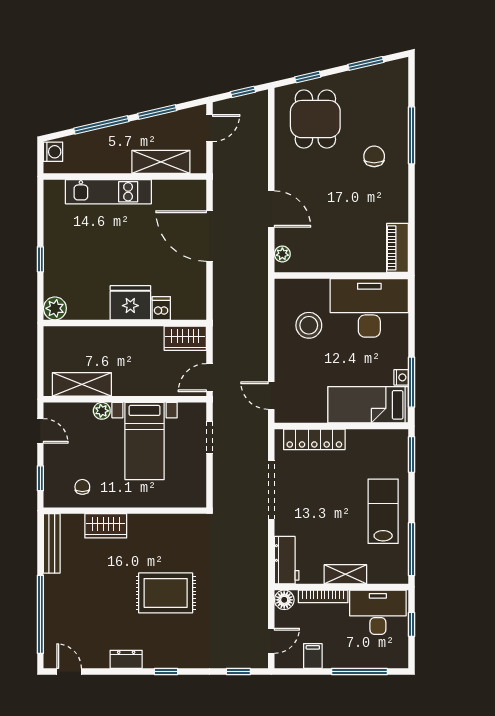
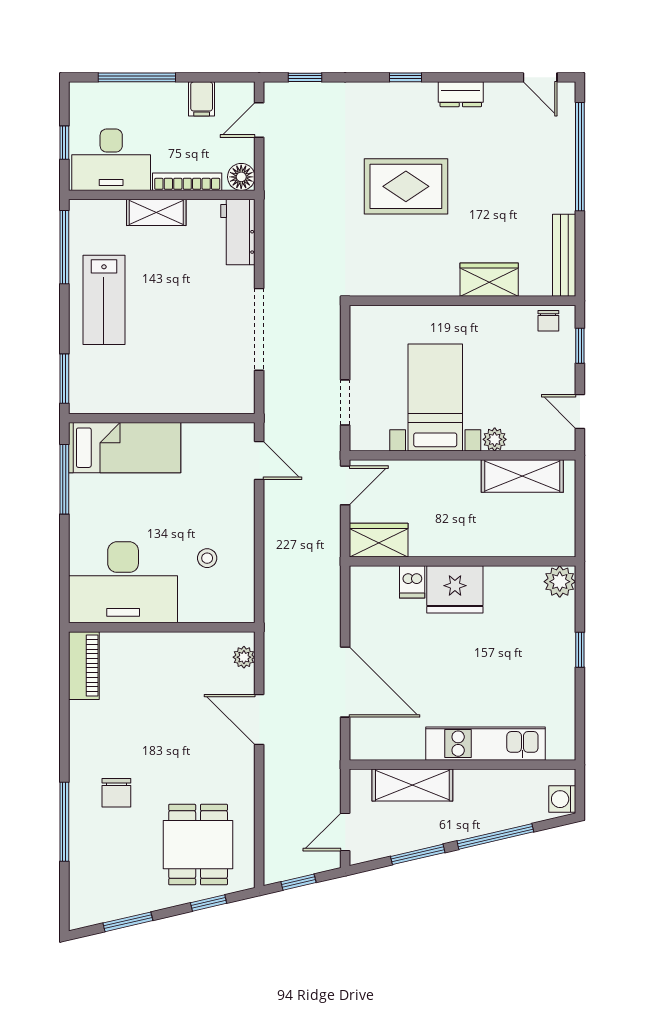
stool: (309, 325) -> (207, 558), width x0.53, depth x0.53
nightstand: (401, 377) -> (79, 486), removed
locker: (314, 439) -> (199, 400), removed
chair: (82, 487) -> (548, 321), moved

